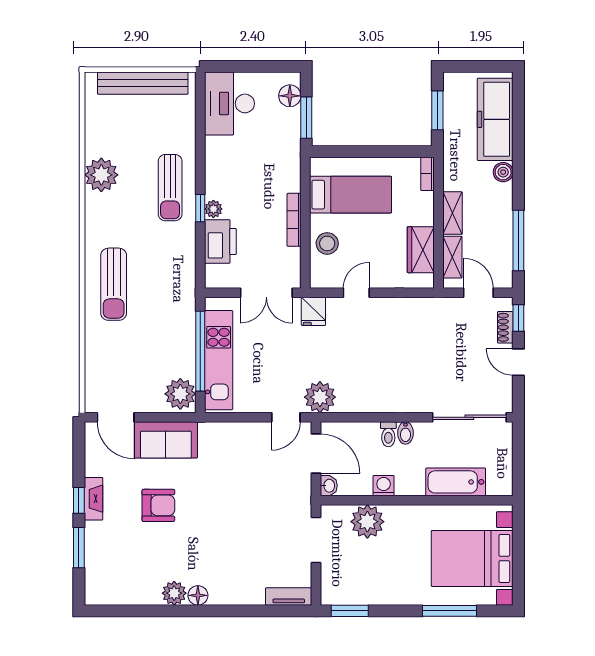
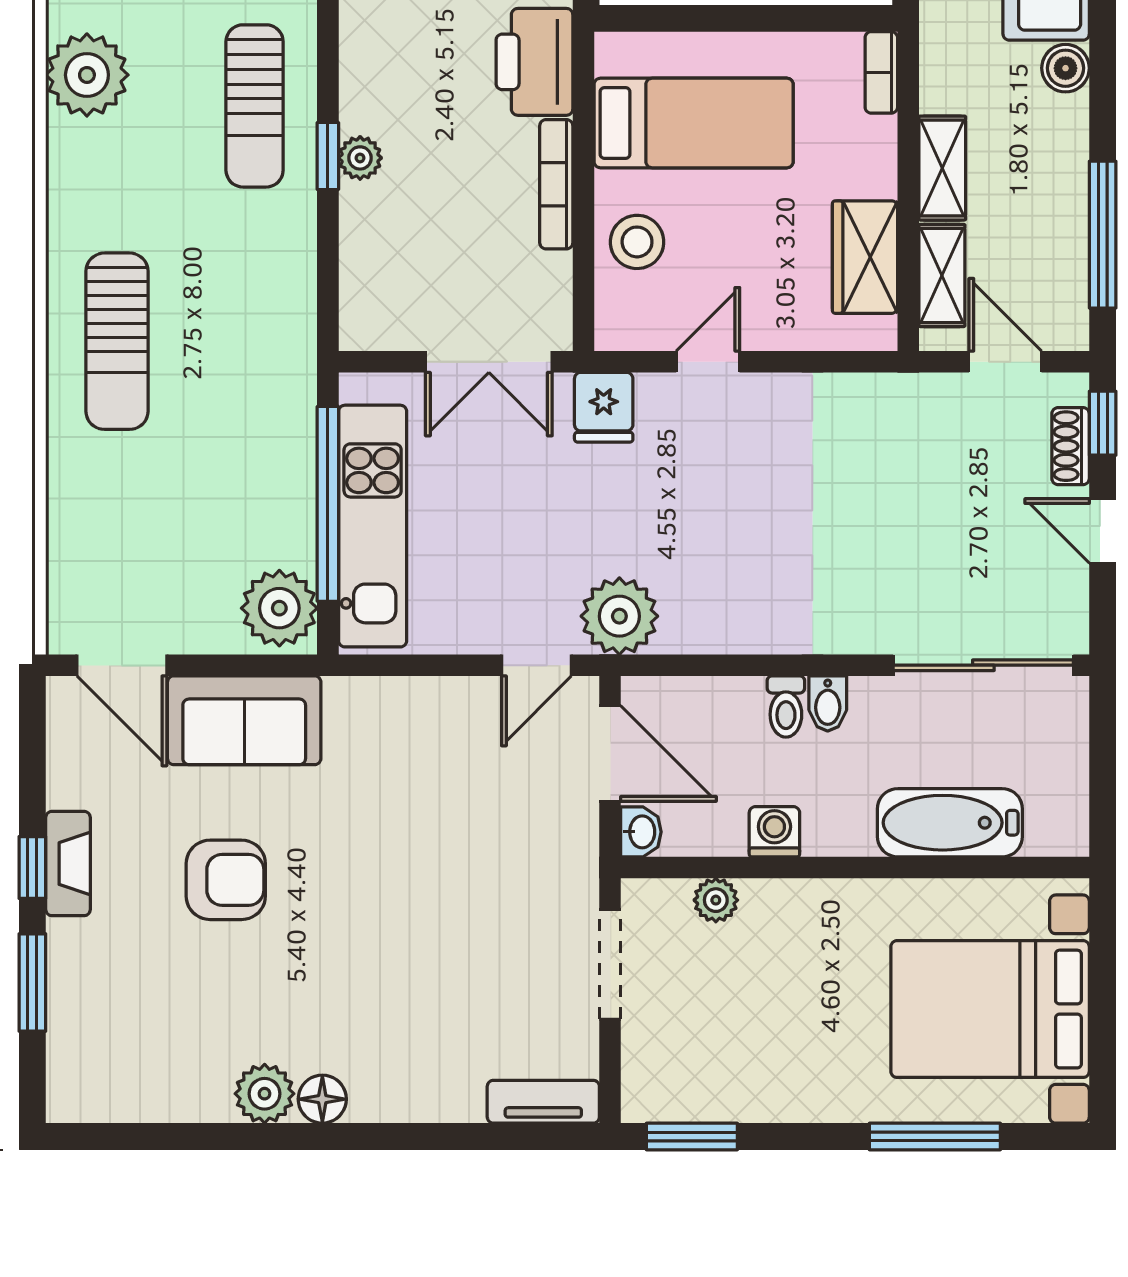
printer: (220, 241) -> (534, 62), moved, turned 180
plant: (367, 522) -> (716, 900), width x0.53, depth x0.53

